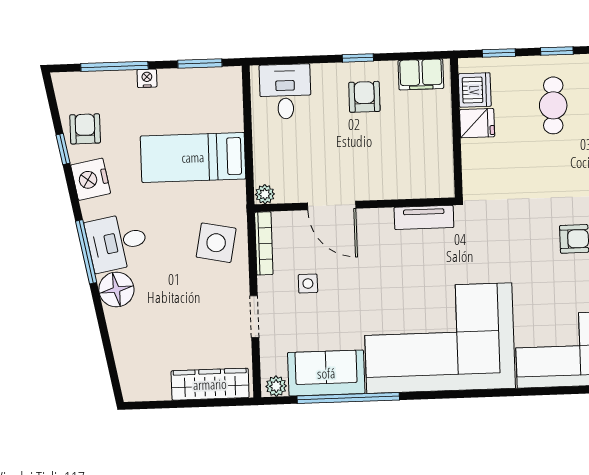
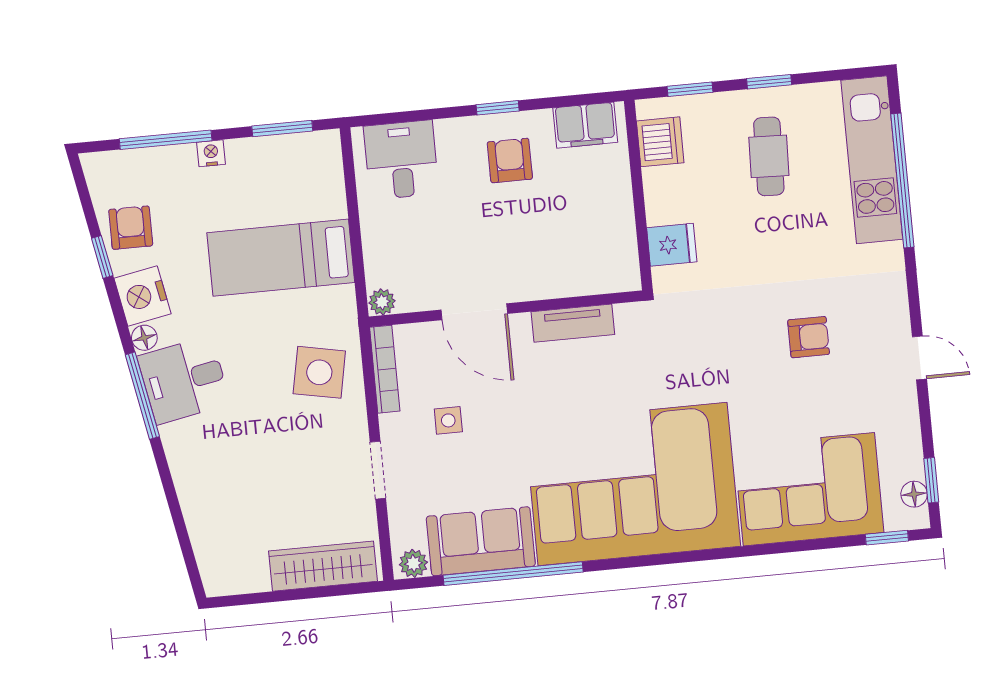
fridge: (477, 123) -> (672, 245), moved
tv unit: (424, 217) -> (573, 323), moved
floor lamp: (116, 289) -> (144, 338), moved, width x0.53, depth x0.53

